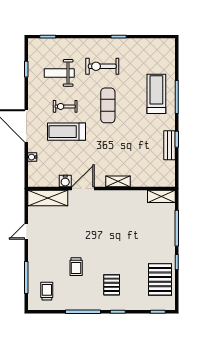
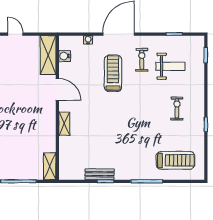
exercise bike: (102, 66) -> (177, 108), width x0.73, depth x0.72
weight bench: (59, 73) -> (170, 66), turned 90
treadmill: (156, 94) -> (175, 160), moved
exercise mat: (108, 105) -> (139, 114), removed
exercise bike: (65, 106) -> (142, 60), moved
water cooler: (65, 181) -> (65, 56), moved

